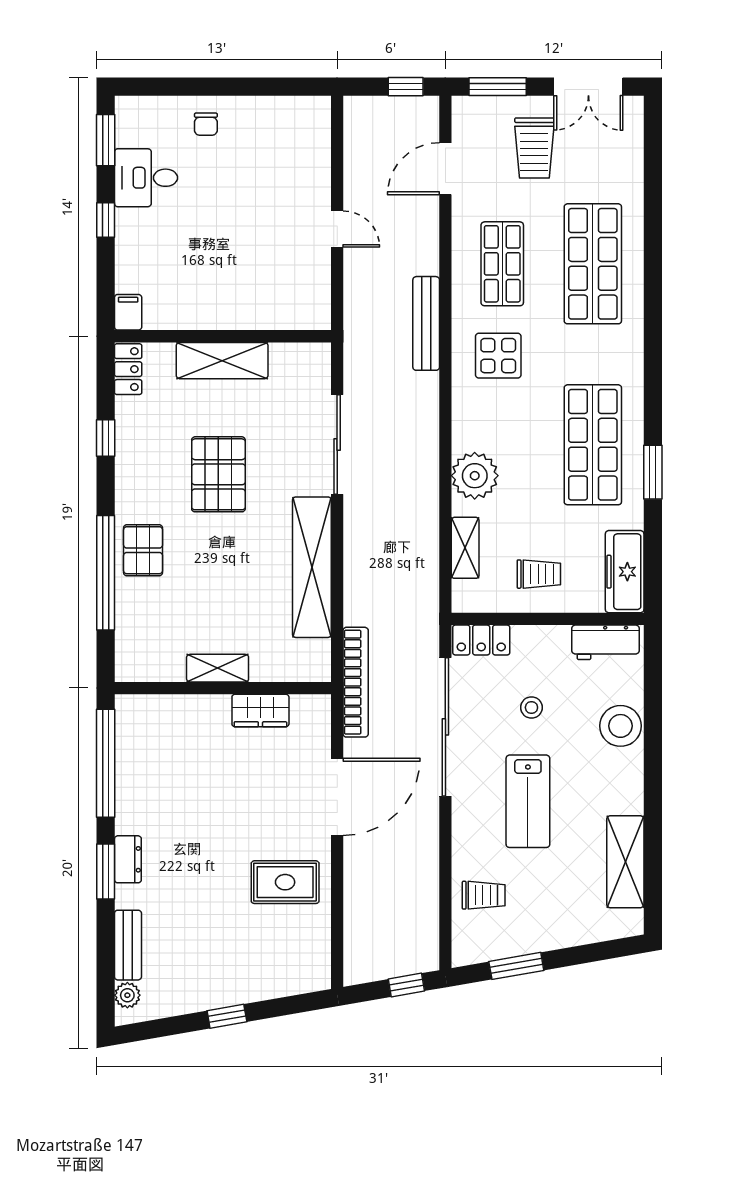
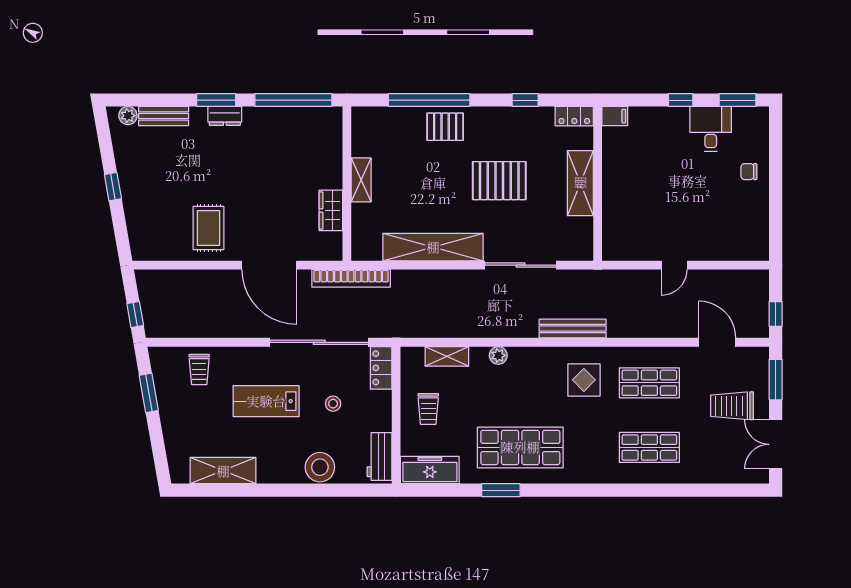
shop shelf: (593, 264) -> (649, 447), width x0.70, depth x0.74
bench: (426, 323) -> (573, 329), moved
plant: (475, 476) -> (498, 355), width x0.53, depth x0.53

